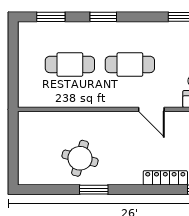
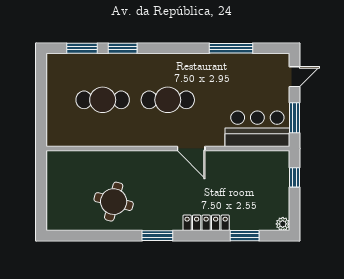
window: (103, 17) -> (123, 48), moved
window: (94, 190) -> (157, 236), moved

